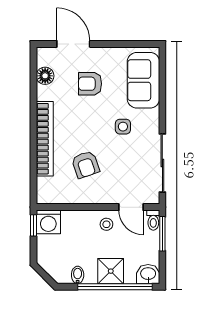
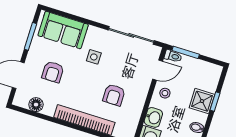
window: (124, 44) -> (30, 36), added
armchair: (85, 165) -> (114, 95), turned 109
washbasin: (148, 274) -> (153, 117), moved, turned 180
window: (115, 287) -> (215, 102), width x0.32

